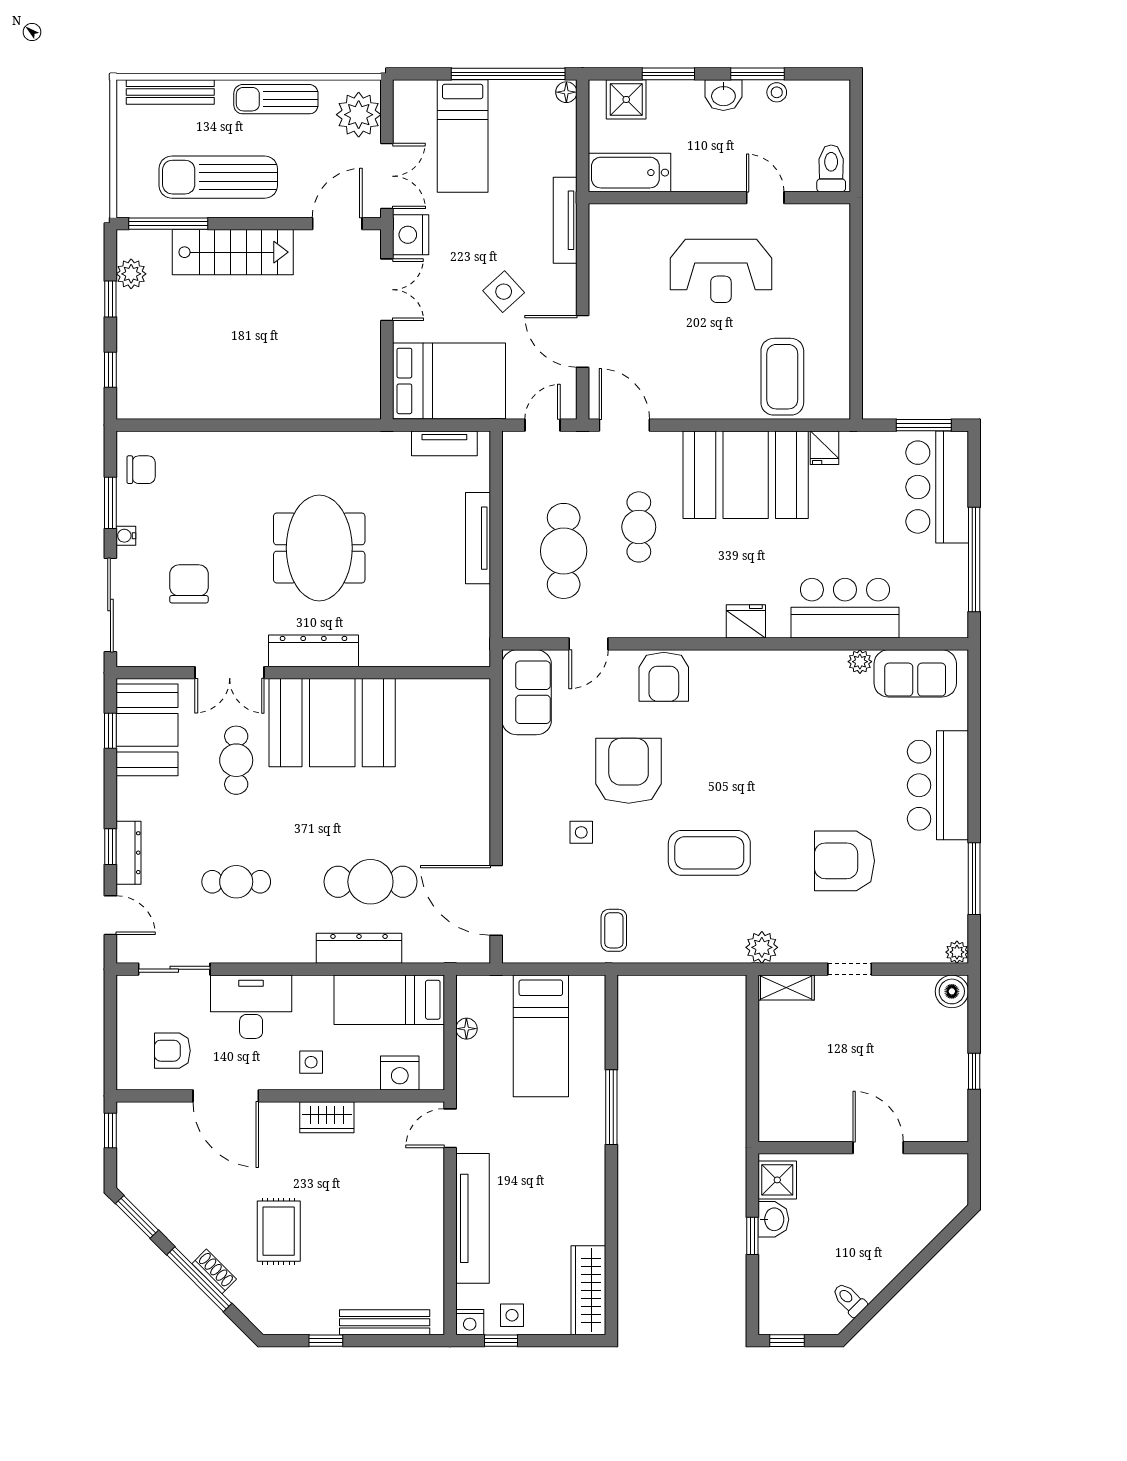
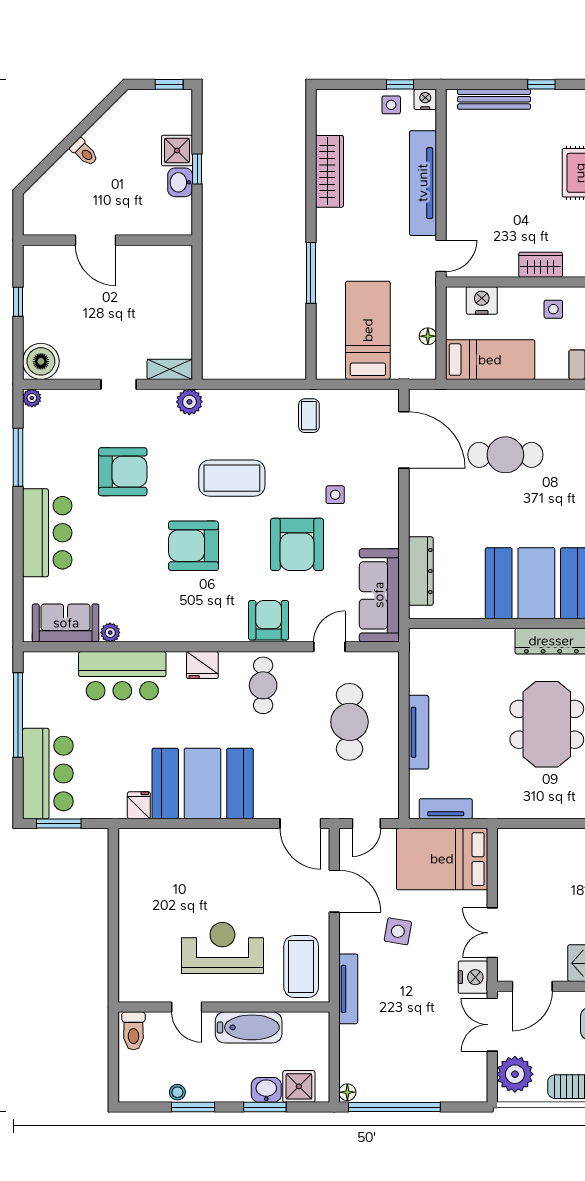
washbasin: (723, 95) -> (266, 1090), moved
bed: (463, 136) -> (431, 1057), removed
bathtub: (630, 173) -> (249, 1027), moved
side table: (504, 292) -> (398, 931), turned -38
coffee table: (782, 377) -> (301, 966), moved
cafe table: (639, 527) -> (263, 685), moved
sofa: (527, 692) -> (379, 595), width x1.36
armchair: (757, 769) -> (194, 546), added
dresser: (359, 948) -> (421, 571), moved, turned -90
boiler: (952, 991) -> (41, 361), width x1.37, depth x1.37
shower: (777, 1180) -> (177, 151), moved
wardrobe: (588, 1290) -> (329, 171), moved
toilet: (849, 1300) -> (84, 152), moved

